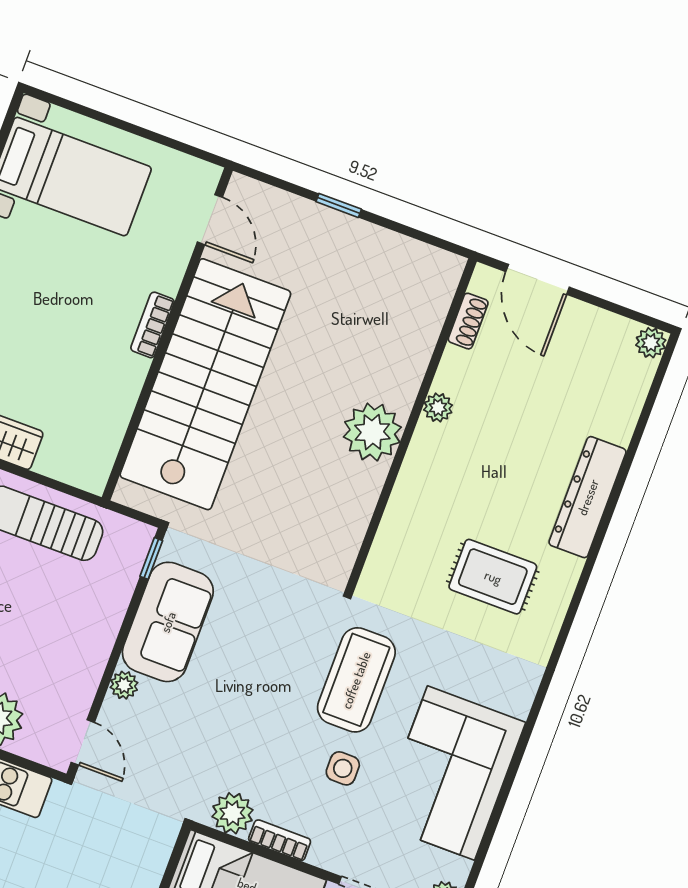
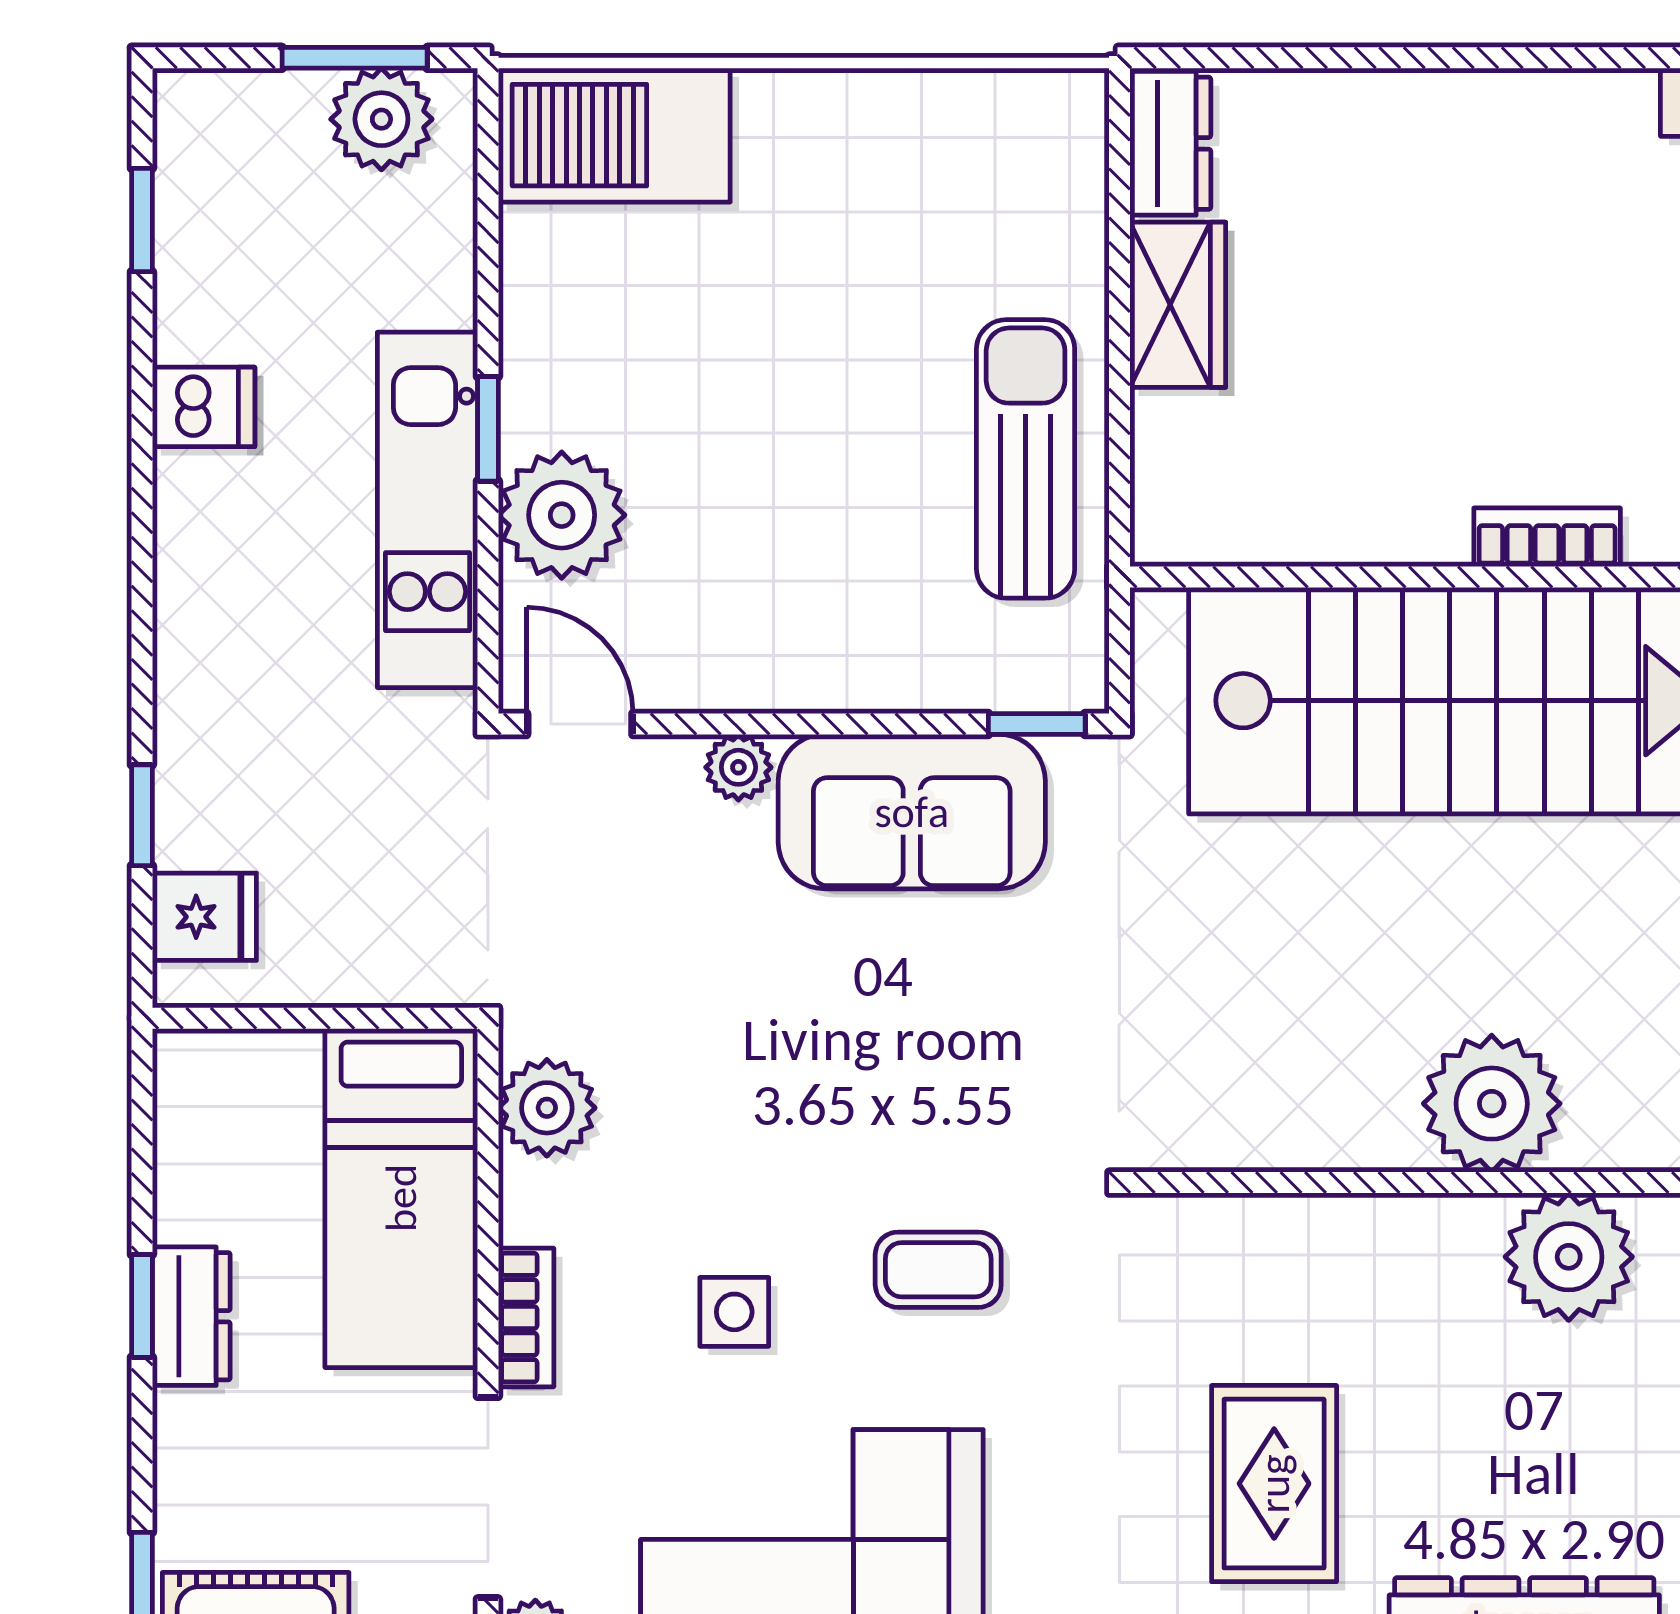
plant: (438, 407) -> (1569, 1257), width x1.88, depth x1.88
coffee table: (356, 680) -> (938, 1270), width x0.54, depth x0.58
door: (83, 742) -> (580, 724), swing flipped
bookcase: (280, 840) -> (526, 1318), moved

